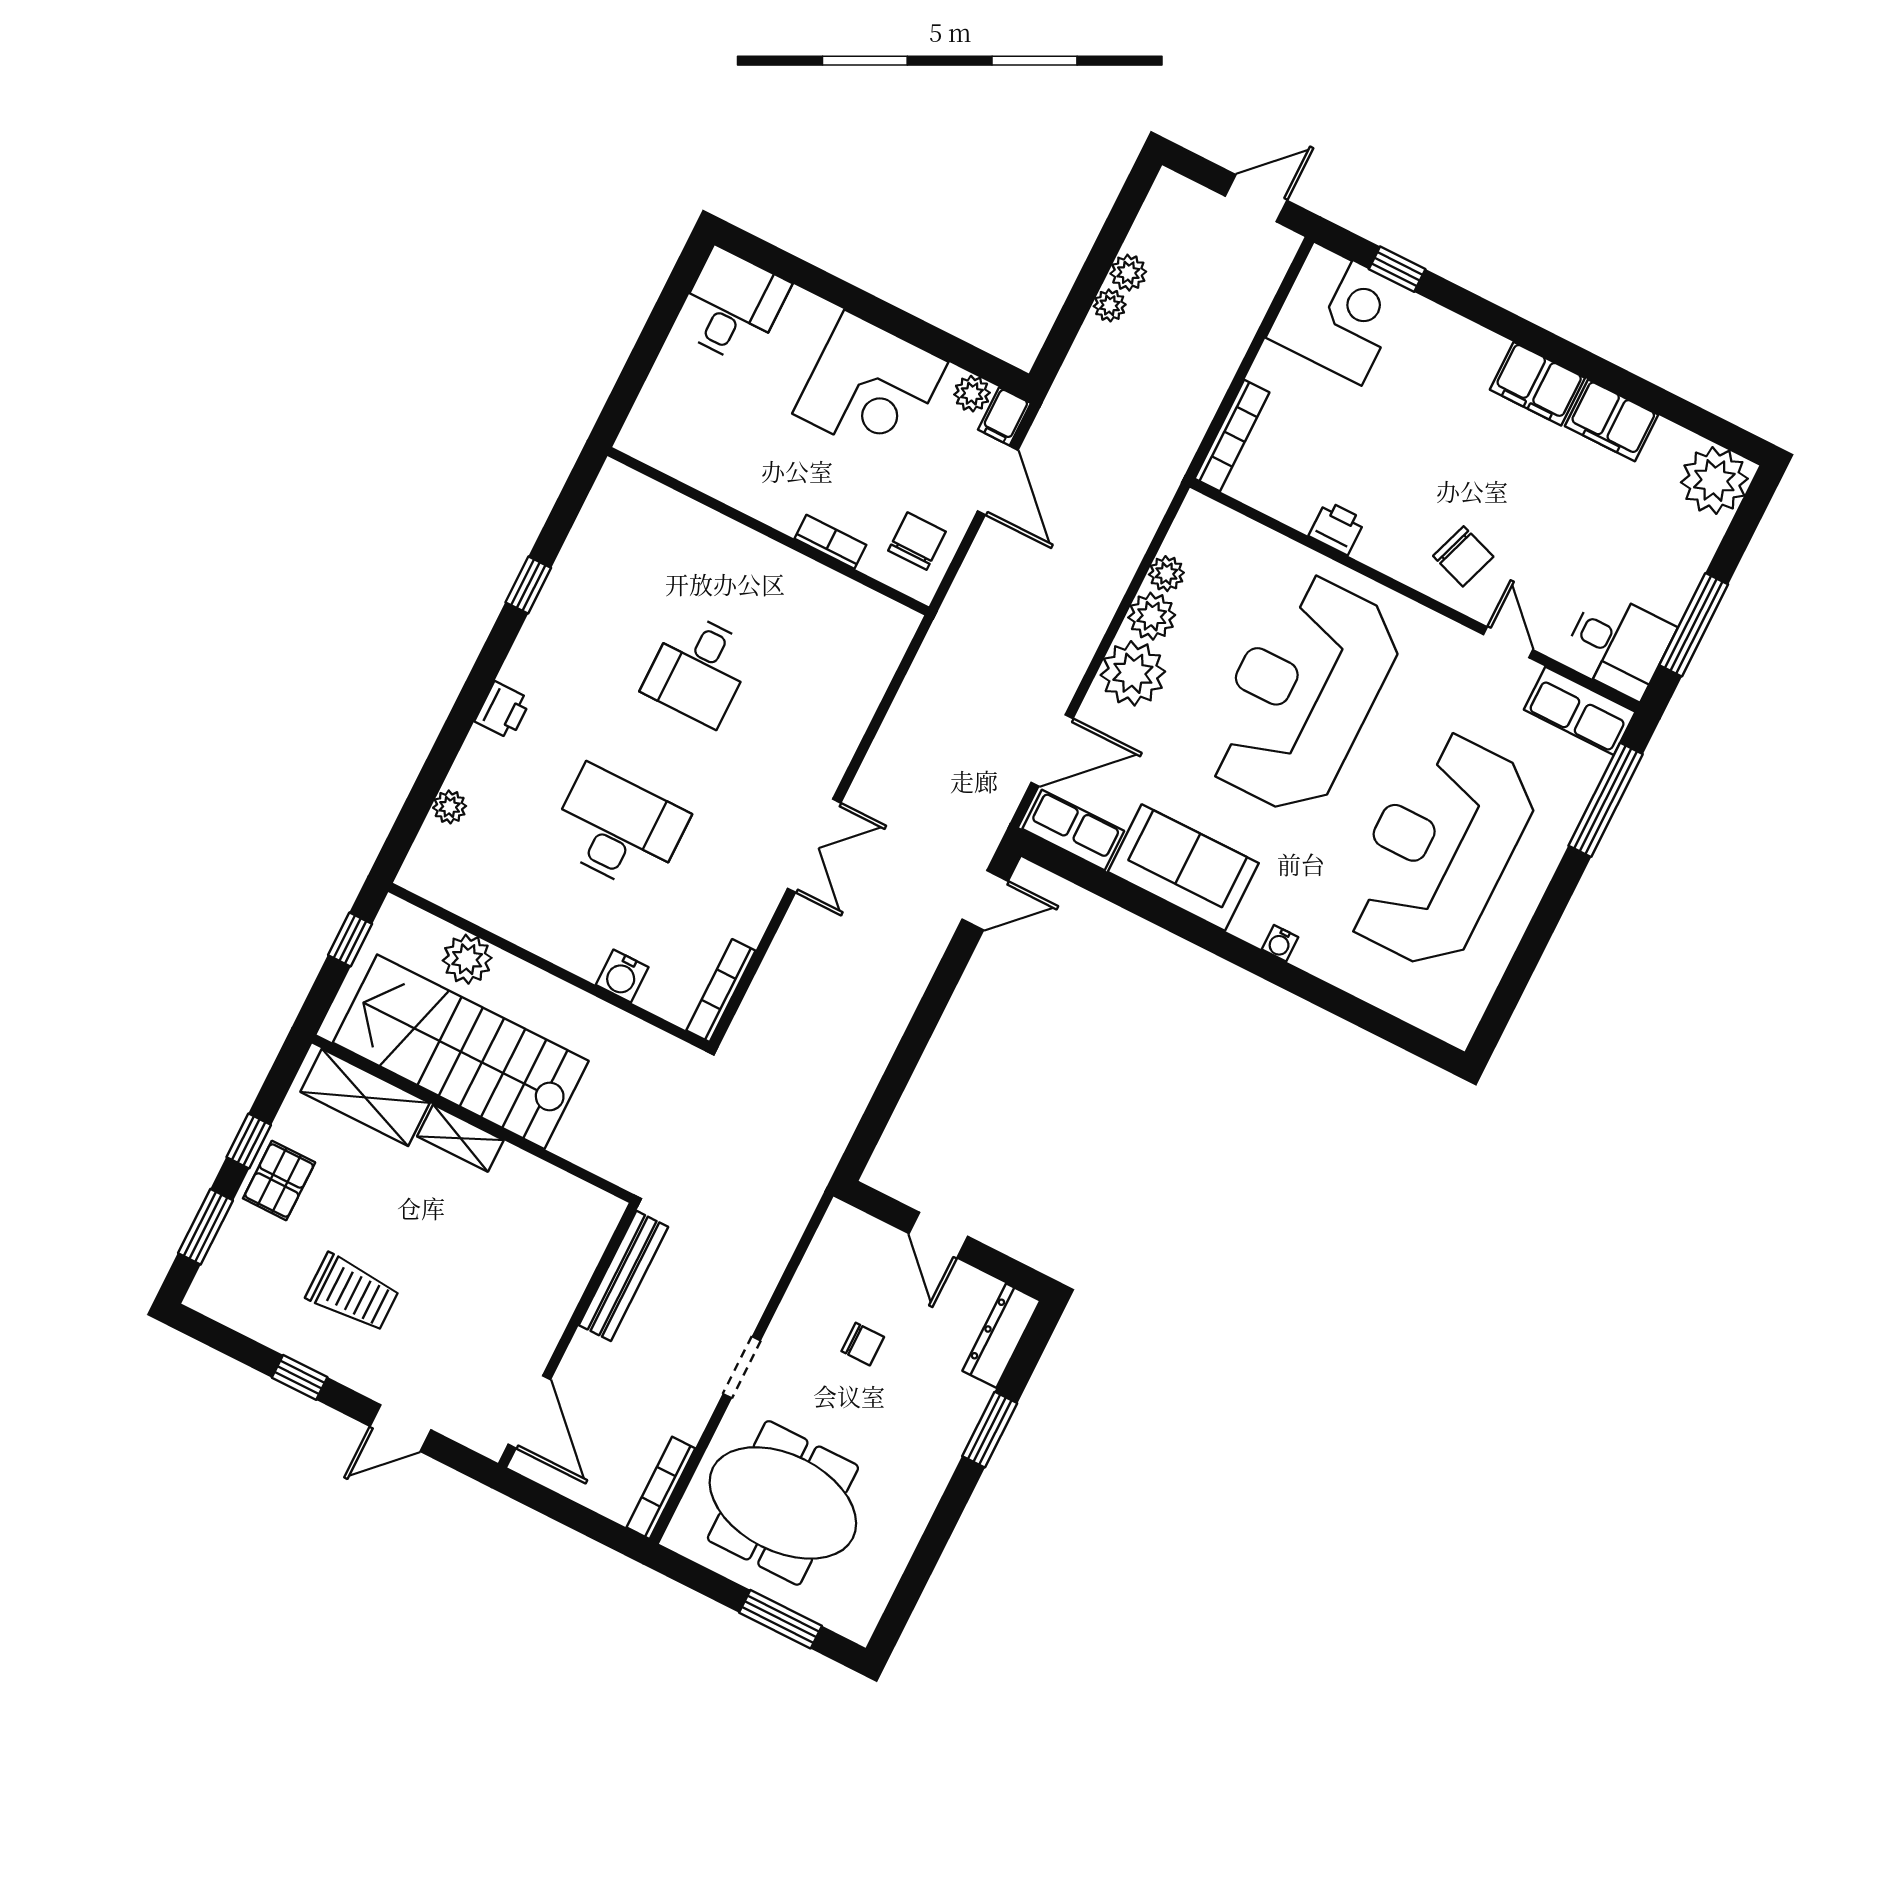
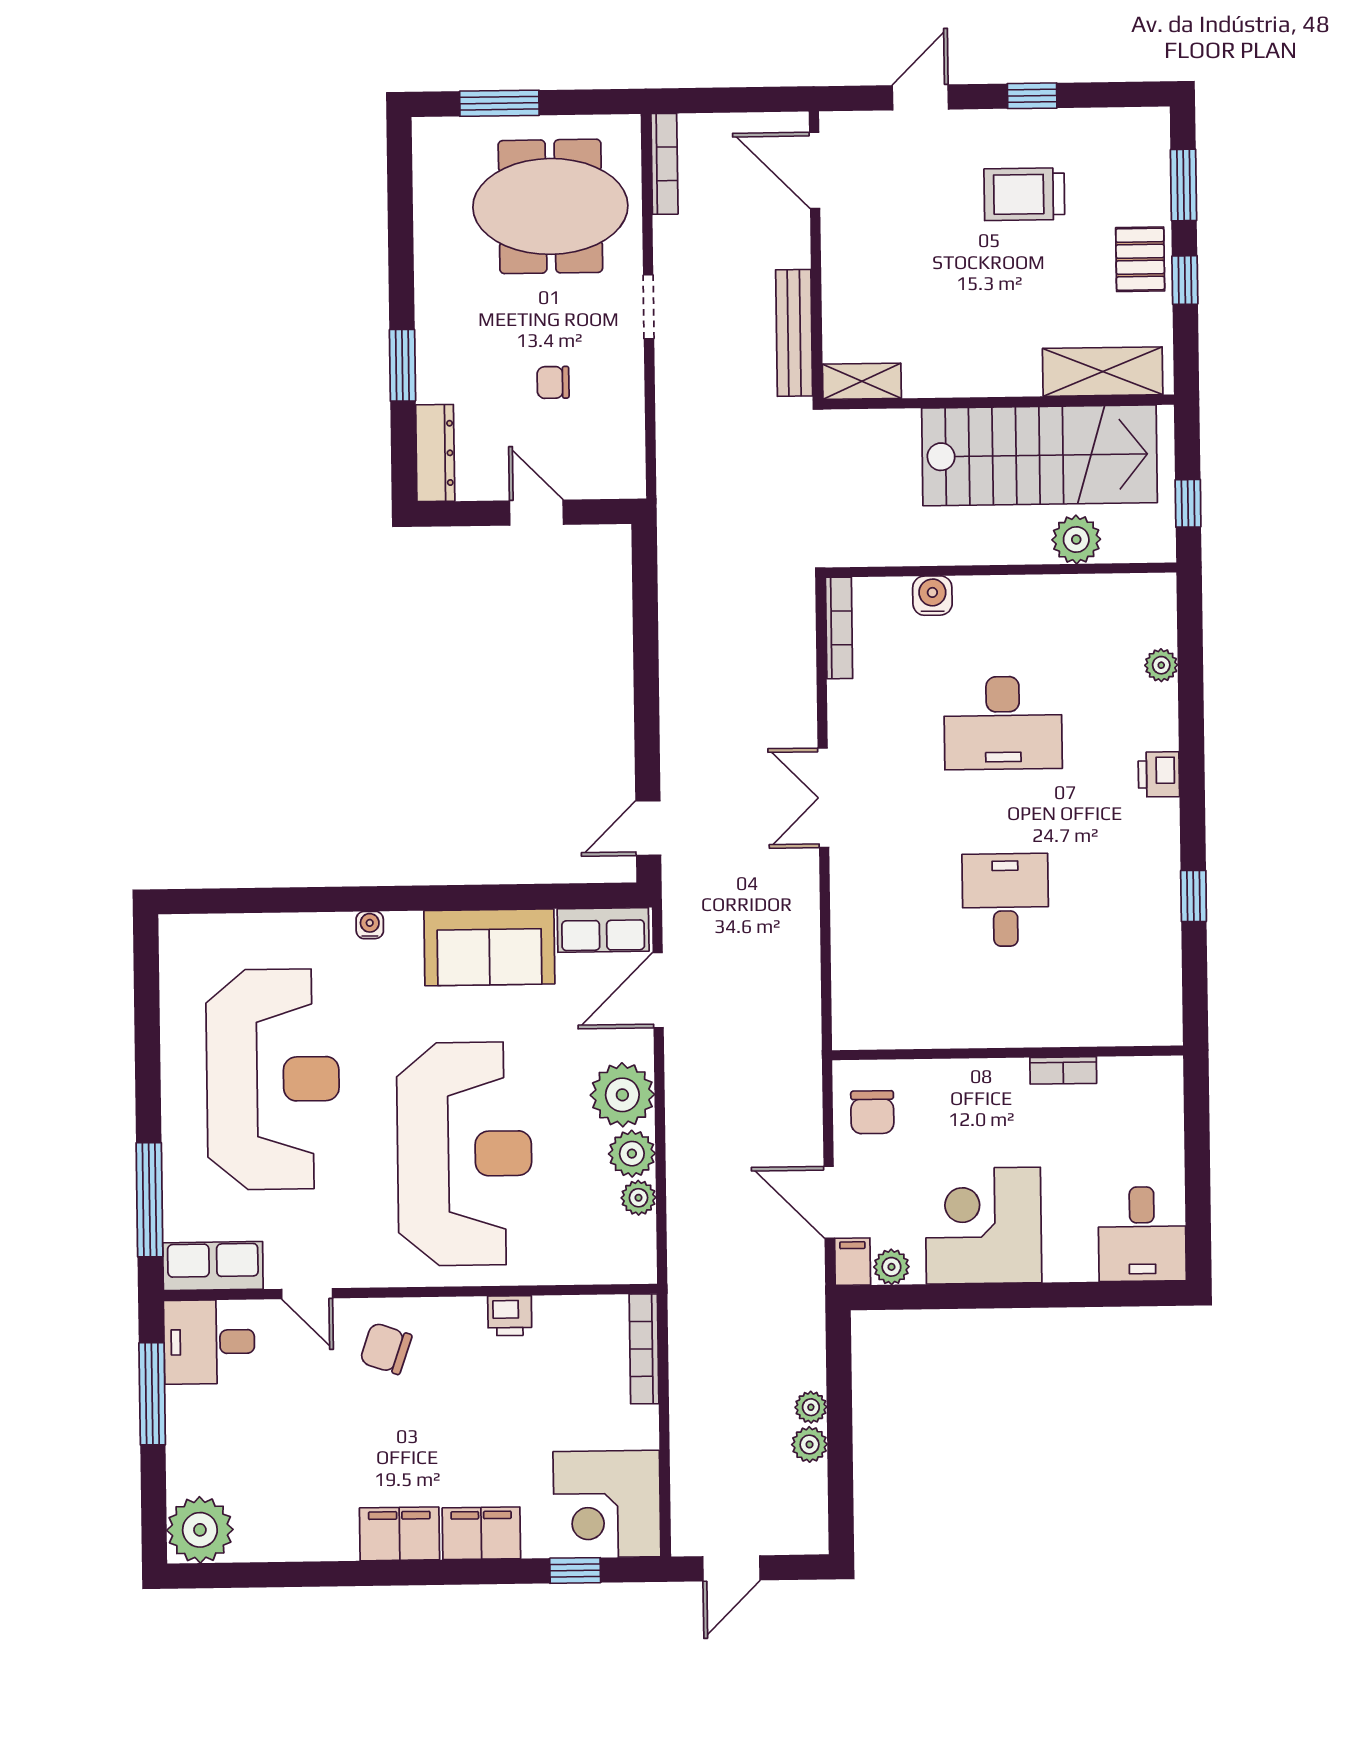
filing cabinet: (1612, 420) -> (481, 1533), moved
bookcase: (830, 542) -> (1063, 1070), moved
shelving: (460, 1138) -> (862, 381), moved

